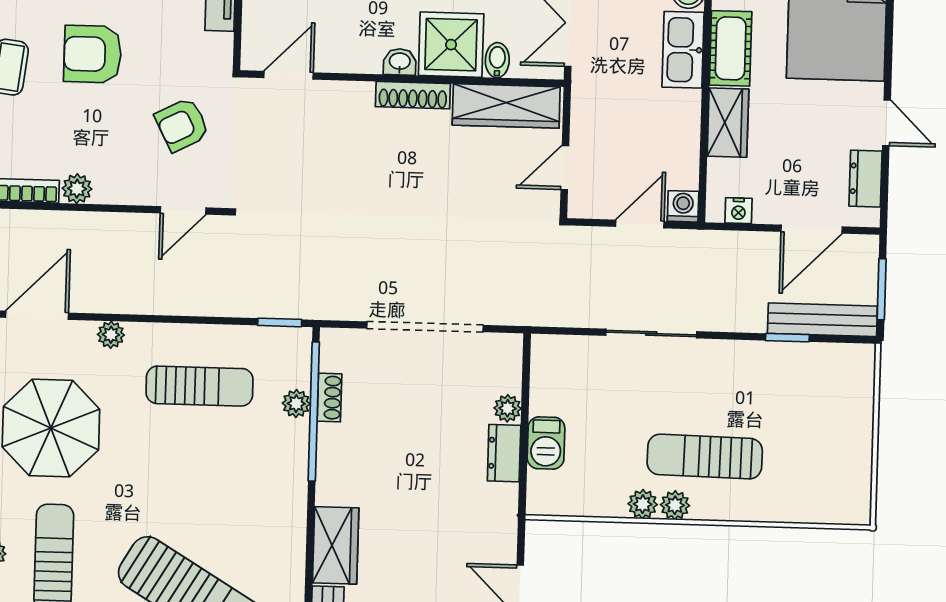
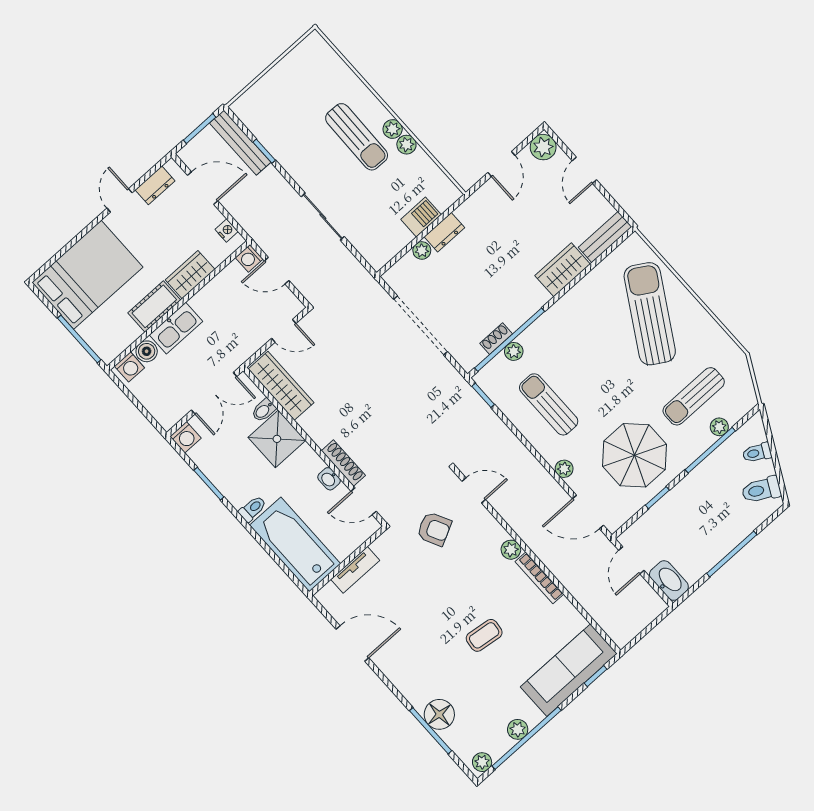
armchair: (93, 54) -> (441, 602), removed
washbasin: (400, 62) -> (329, 479), moved
shoe rack: (413, 95) -> (343, 463), moved

